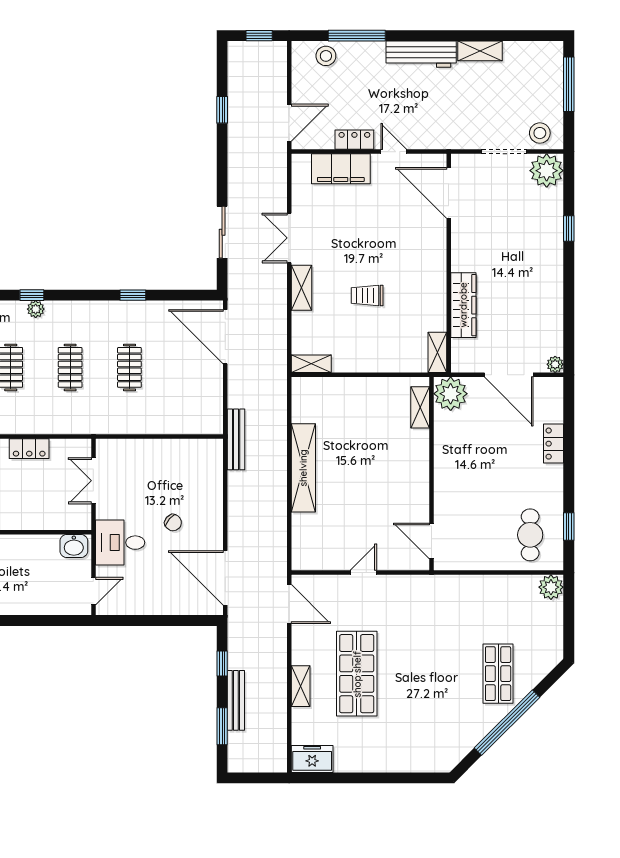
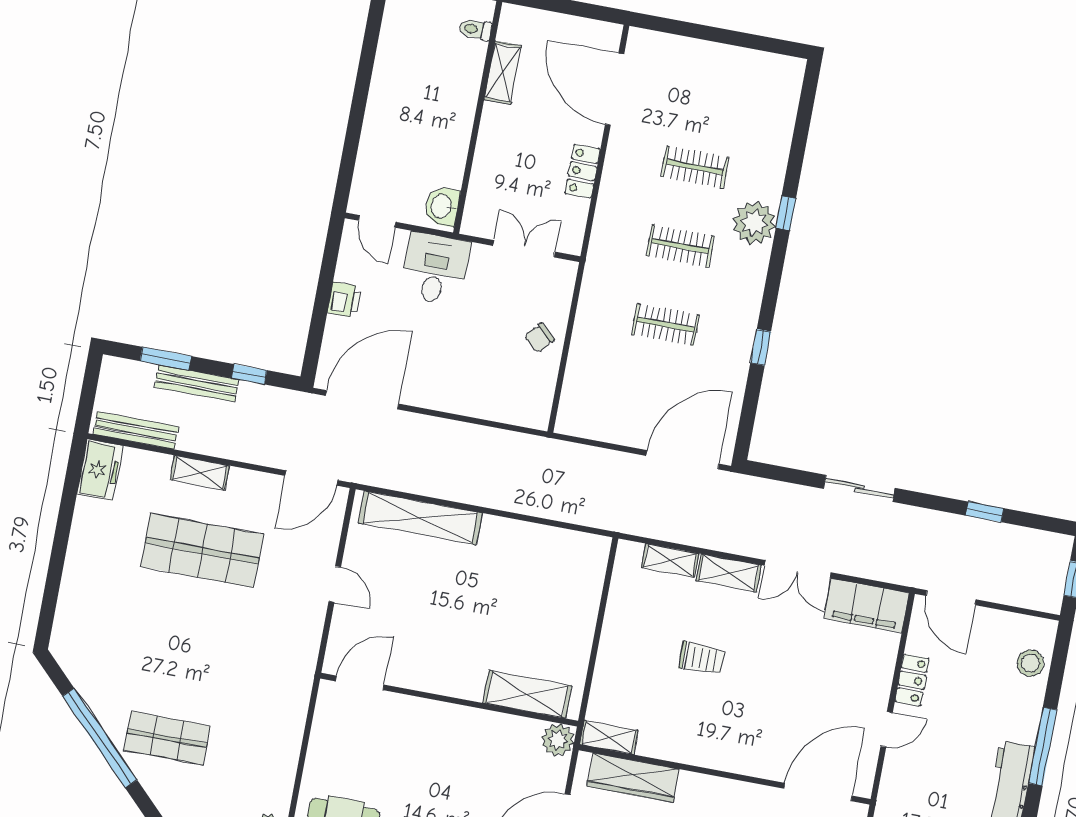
window: (357, 36) -> (1043, 746), moved
filing cabinet: (341, 169) -> (867, 606), moved, turned -90
sliding door: (222, 232) -> (859, 488), moved
double door: (289, 238) -> (798, 569), swing flipped
trolley: (367, 296) -> (702, 658), turned 90
wardrobe: (463, 305) -> (633, 778), moved
plant: (36, 309) -> (754, 223), width x1.88, depth x1.88
shelving: (311, 364) -> (670, 560), moved, turned 90
plant: (451, 394) -> (558, 740), width x0.73, depth x0.73
shelving: (420, 407) -> (527, 694), width x1.50, depth x1.33
bench: (236, 439) -> (136, 430), moved
shelving: (303, 468) -> (420, 518), moved
chair: (173, 523) -> (539, 338), moved
printer: (155, 604) -> (344, 300), added

